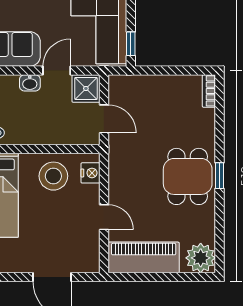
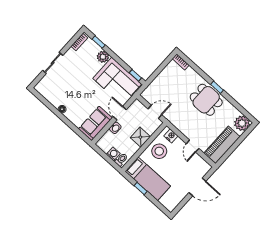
shower: (86, 88) -> (140, 137), moved
door: (104, 217) -> (193, 146), swing flipped

